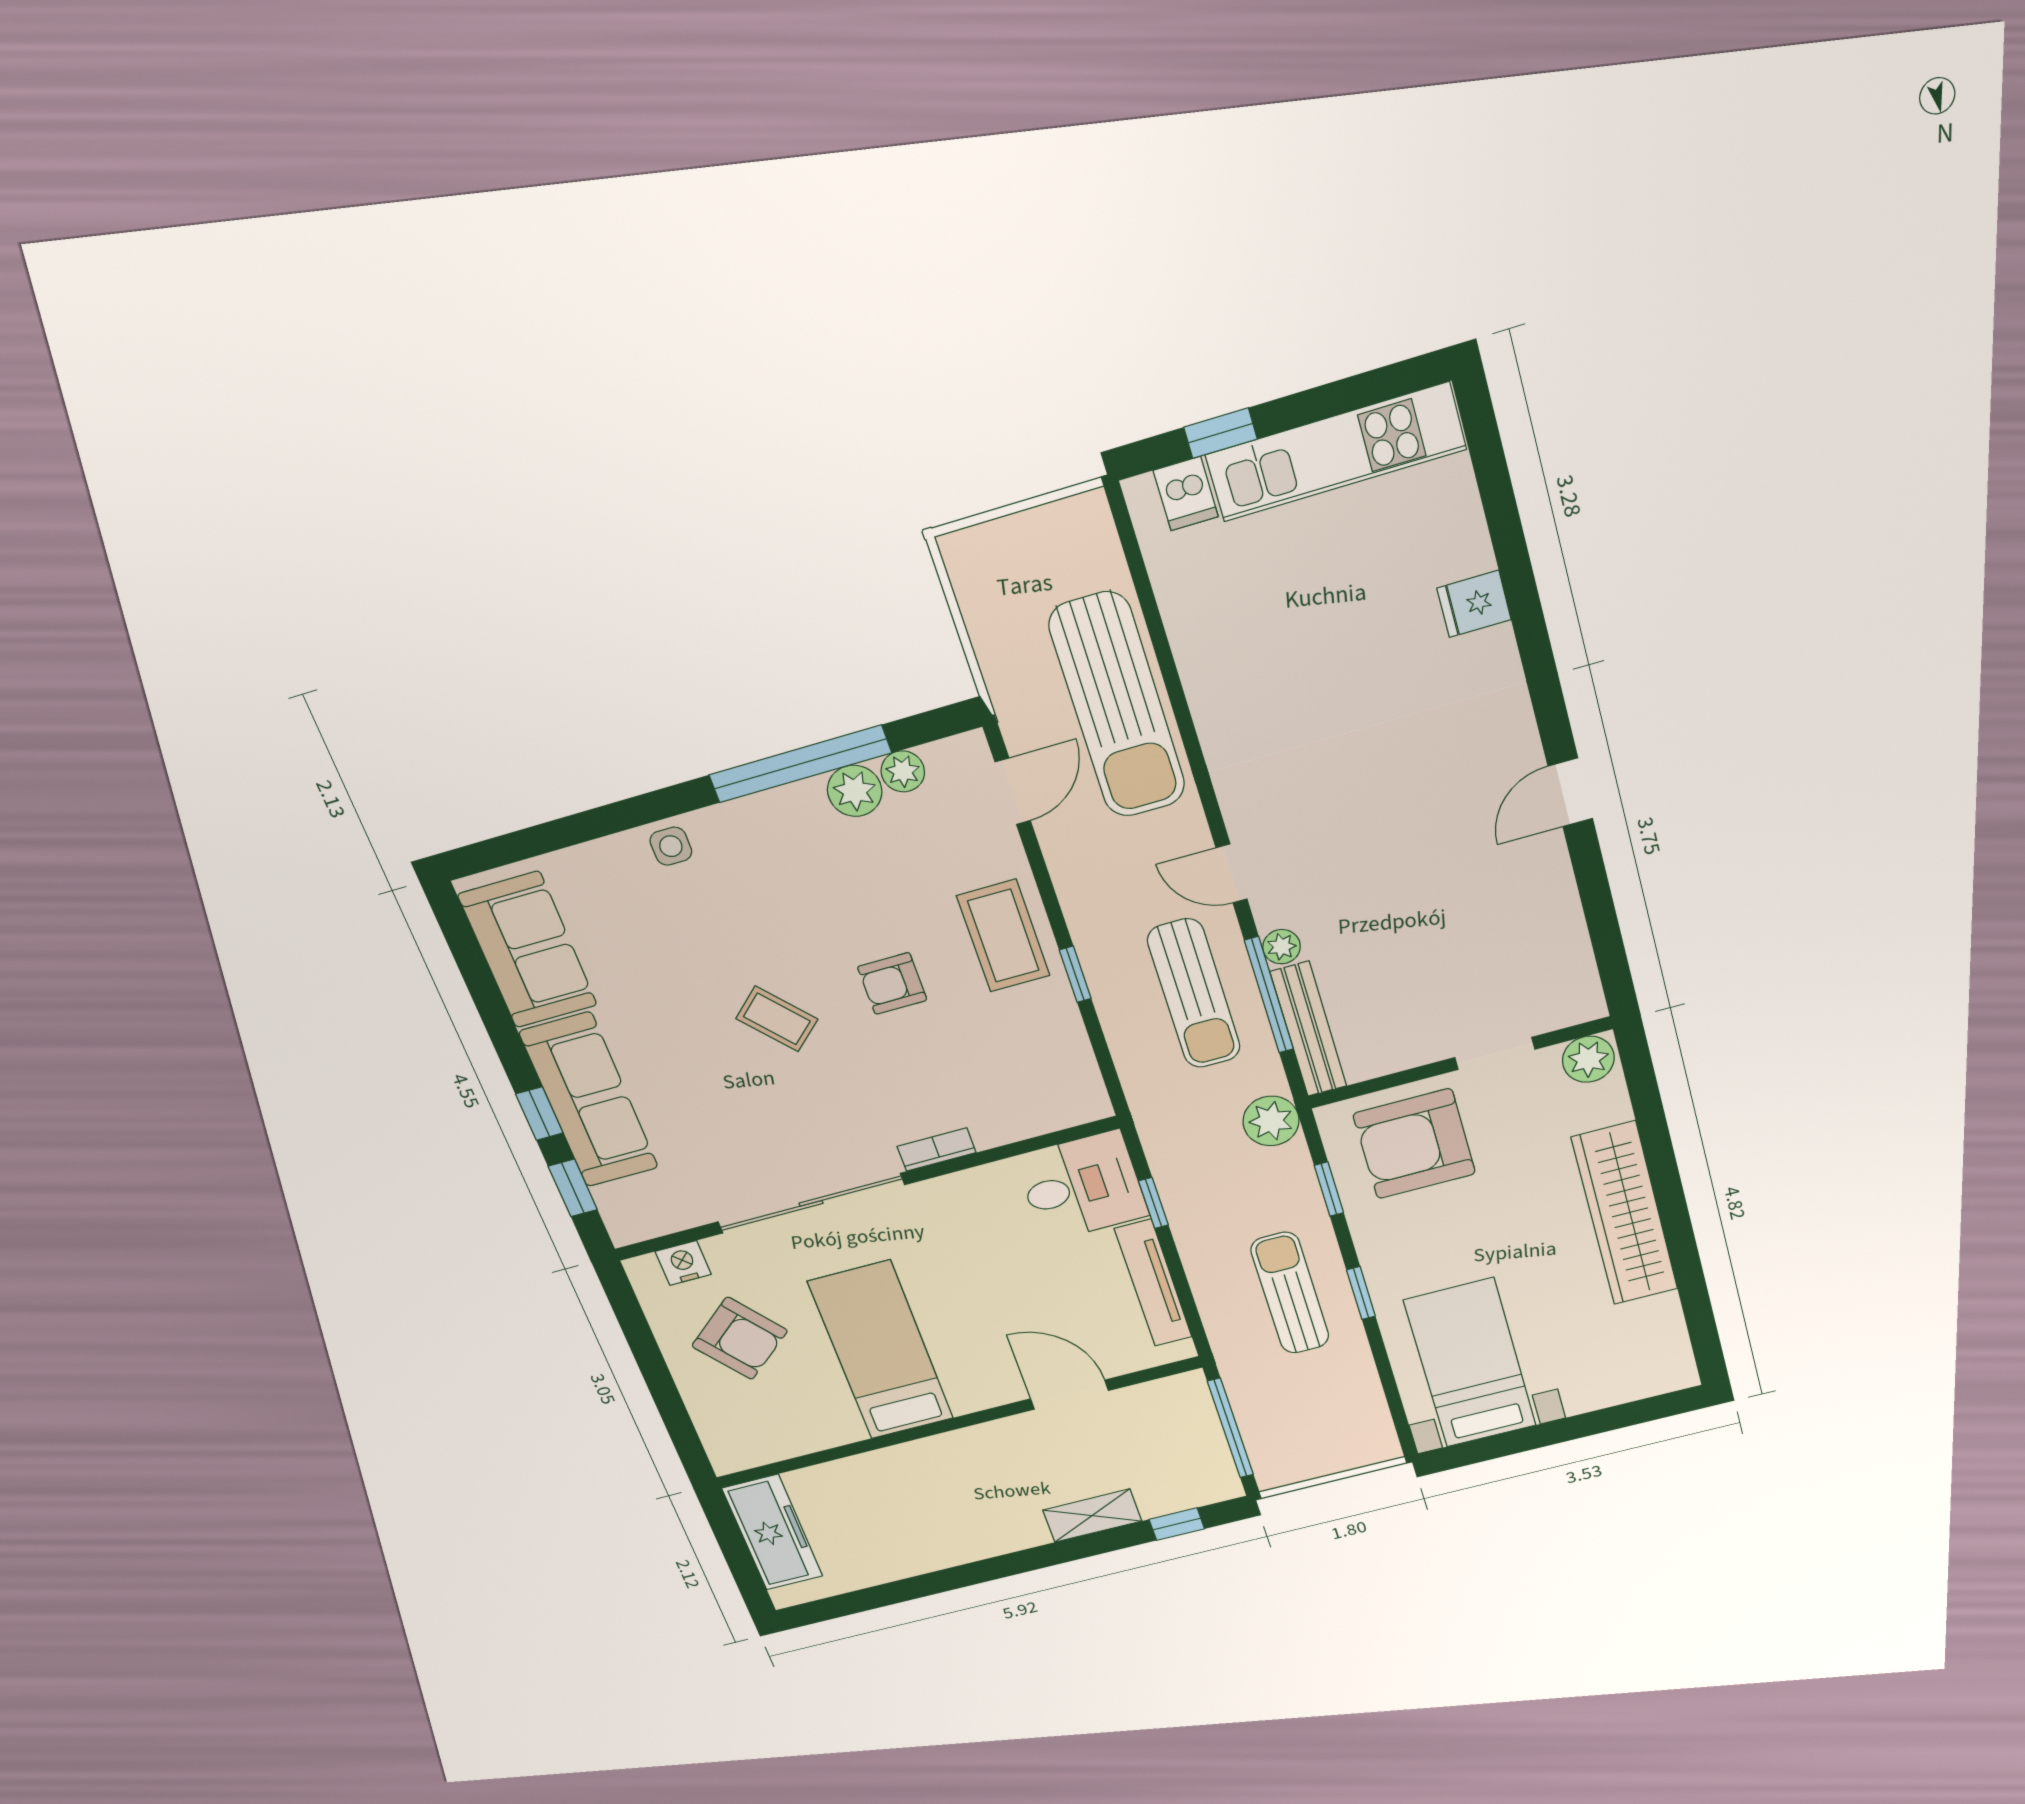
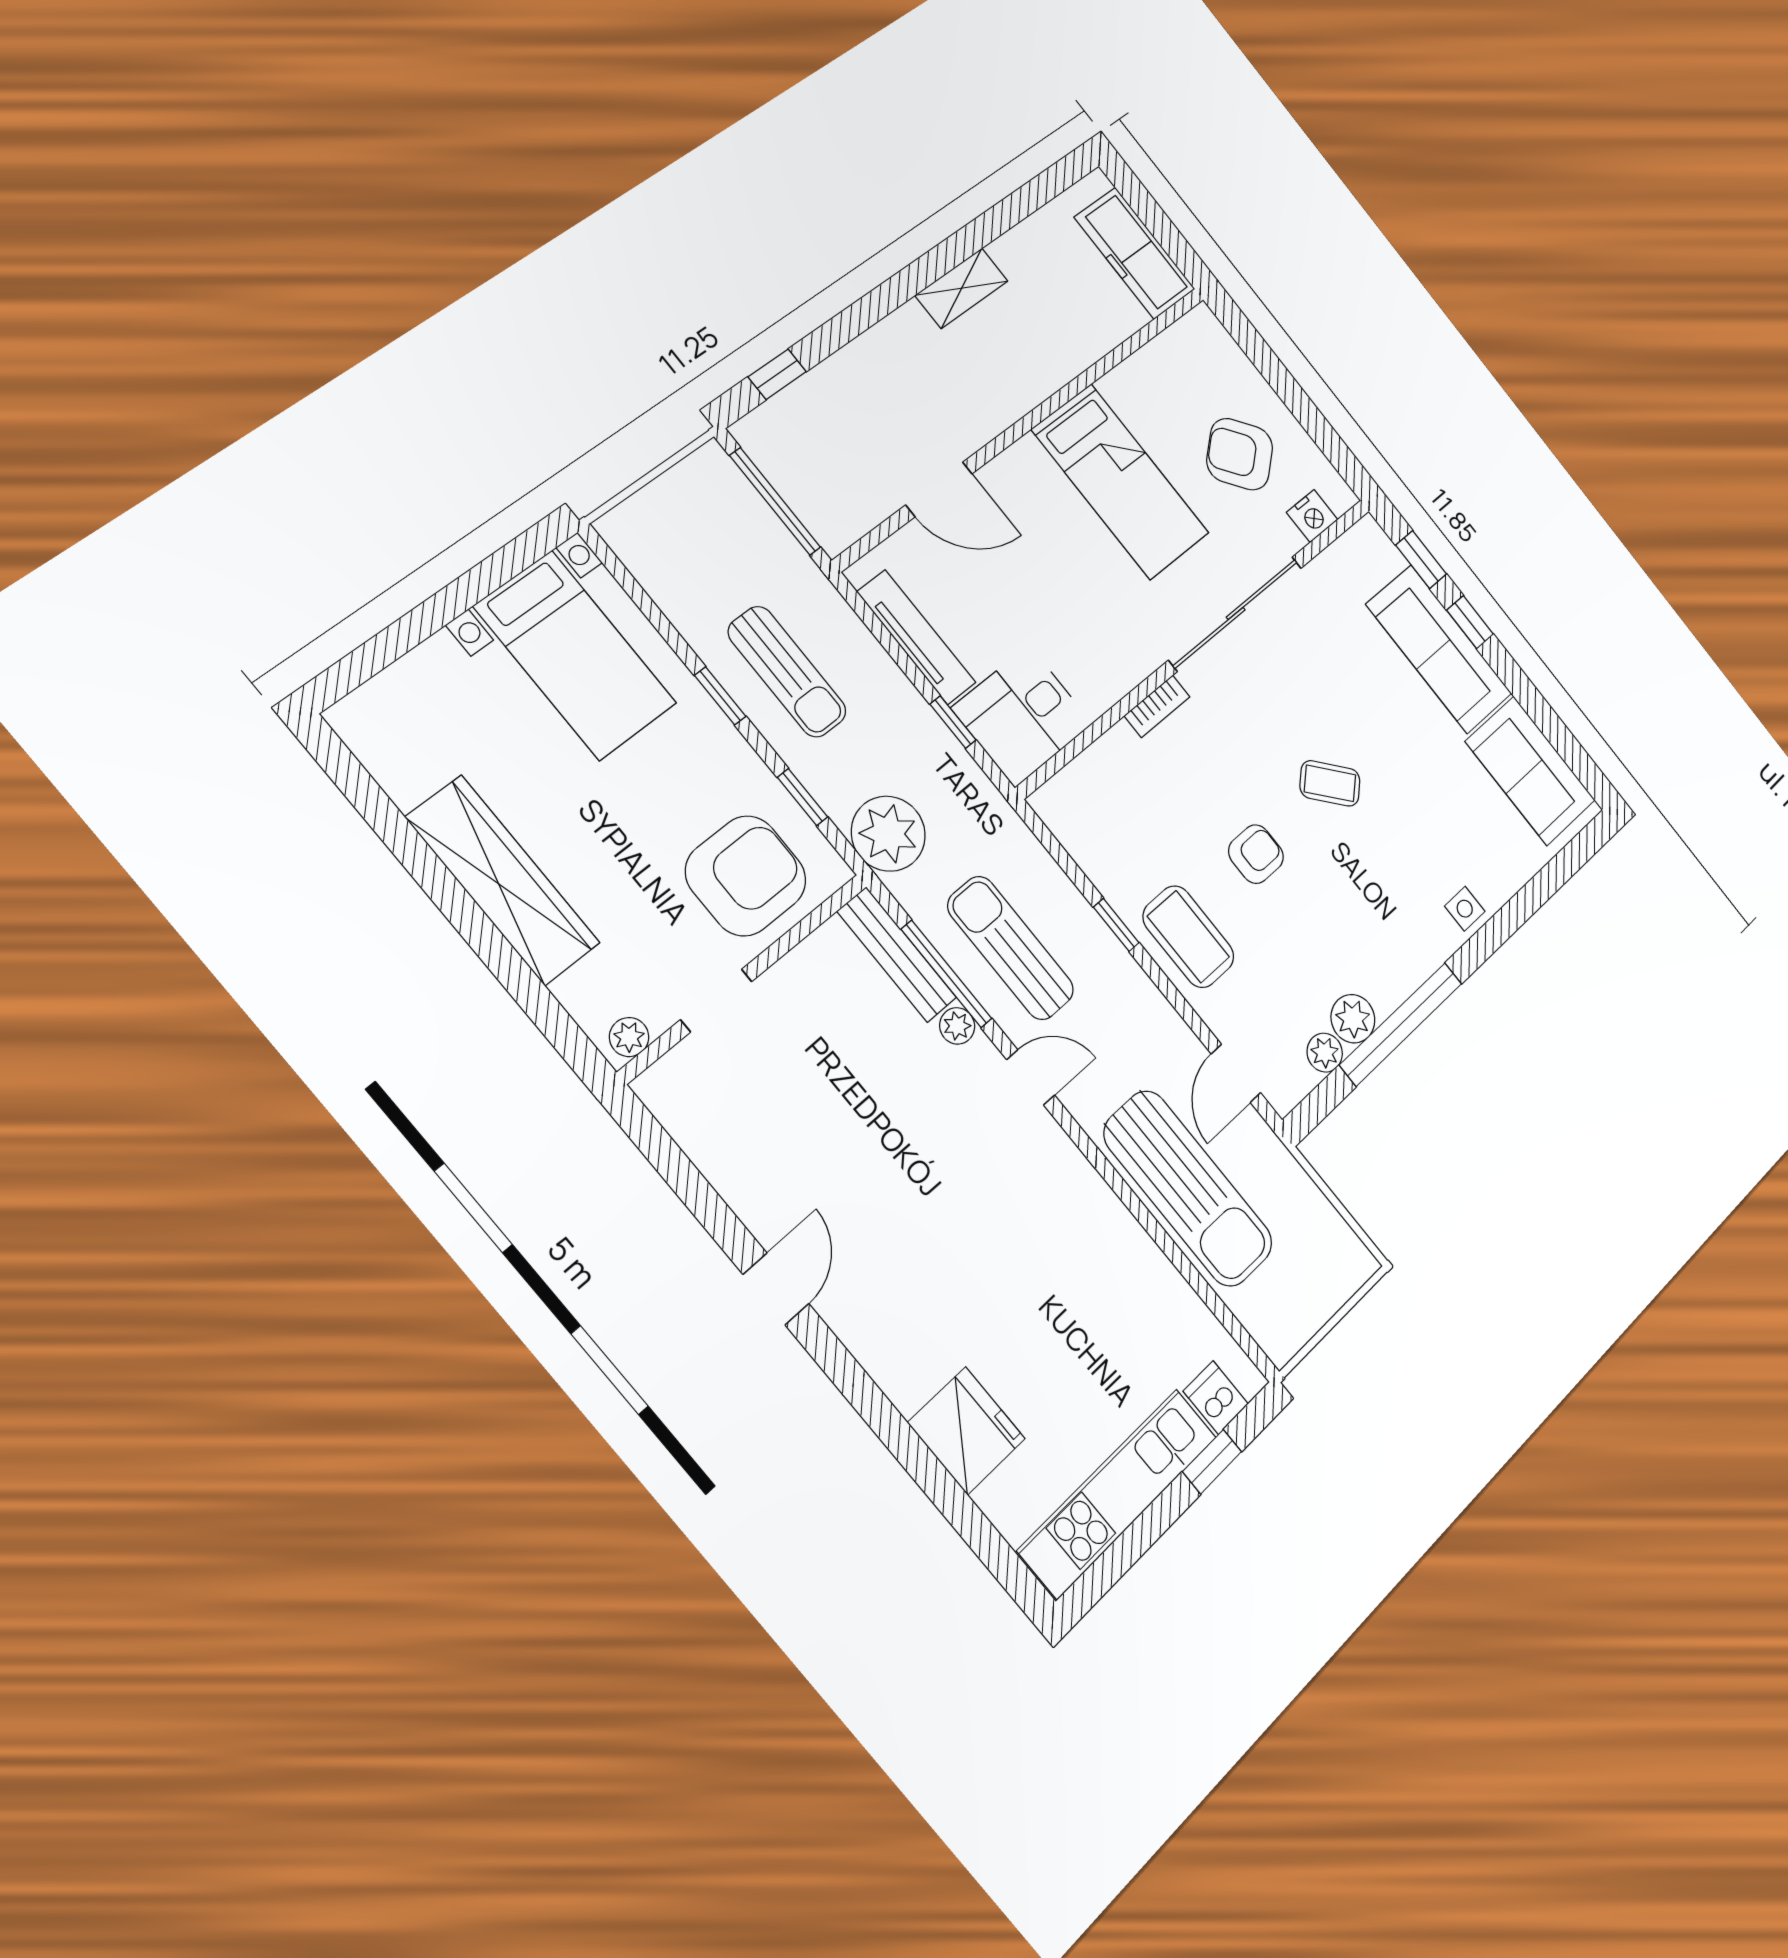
fridge: (1474, 604) -> (967, 1431), width x1.88, depth x1.34
sun lounger: (1117, 706) -> (1188, 1188), turned 180
plant: (1588, 1059) -> (629, 1037), width x0.73, depth x0.73
plant: (1271, 1121) -> (888, 834), width x1.36, depth x1.36
shelving: (1092, 1516) -> (962, 288), moved

